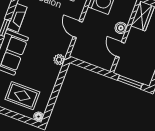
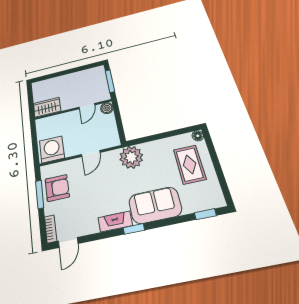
boiler: (121, 28) -> (107, 108), moved
plant: (59, 60) -> (131, 157), width x1.87, depth x1.87

